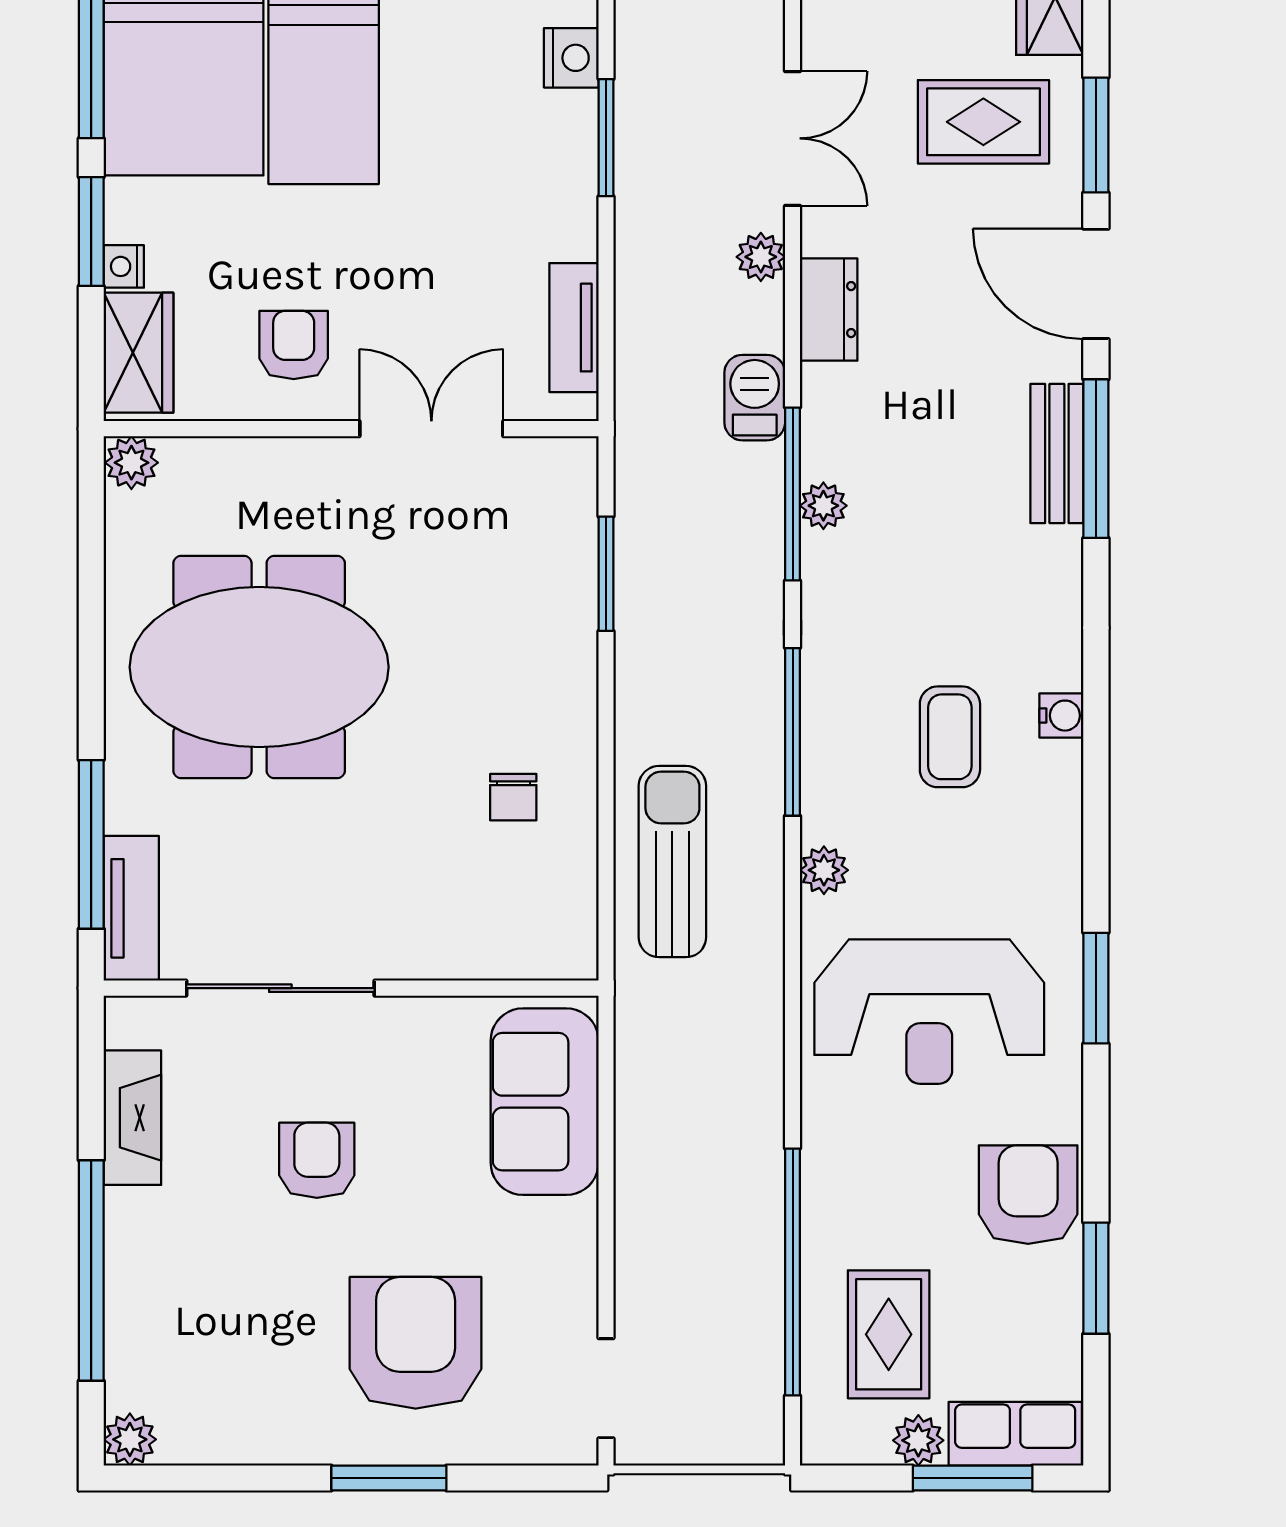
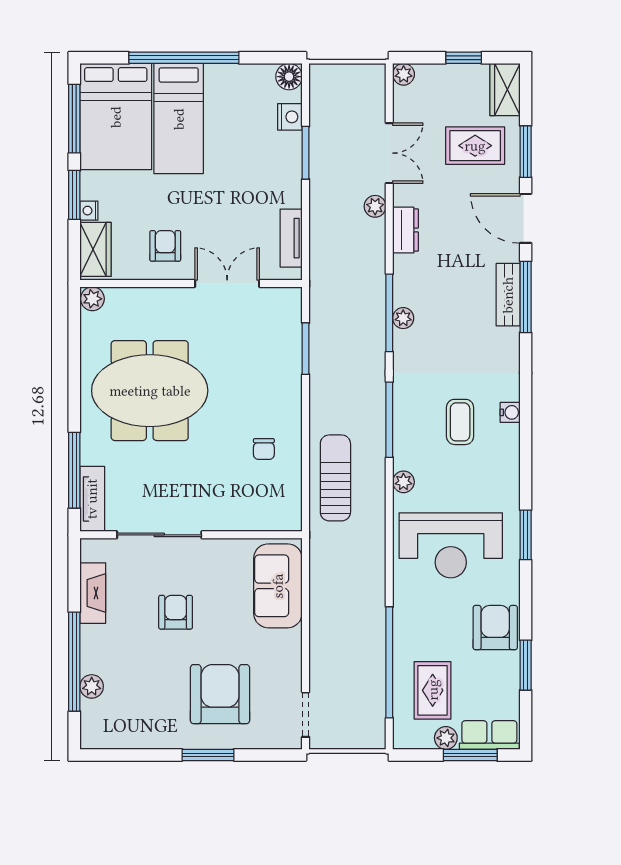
barbecue: (755, 398) -> (372, 270), removed
plant: (130, 1439) -> (92, 686), moved

